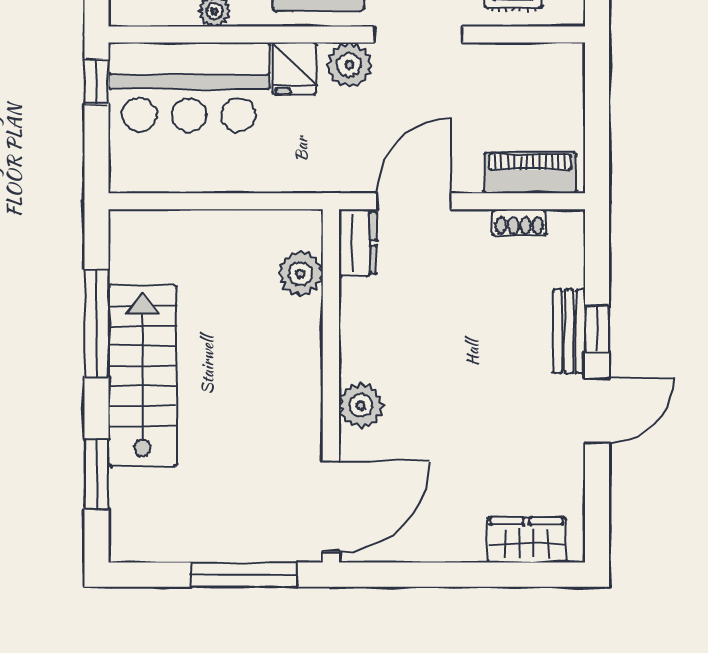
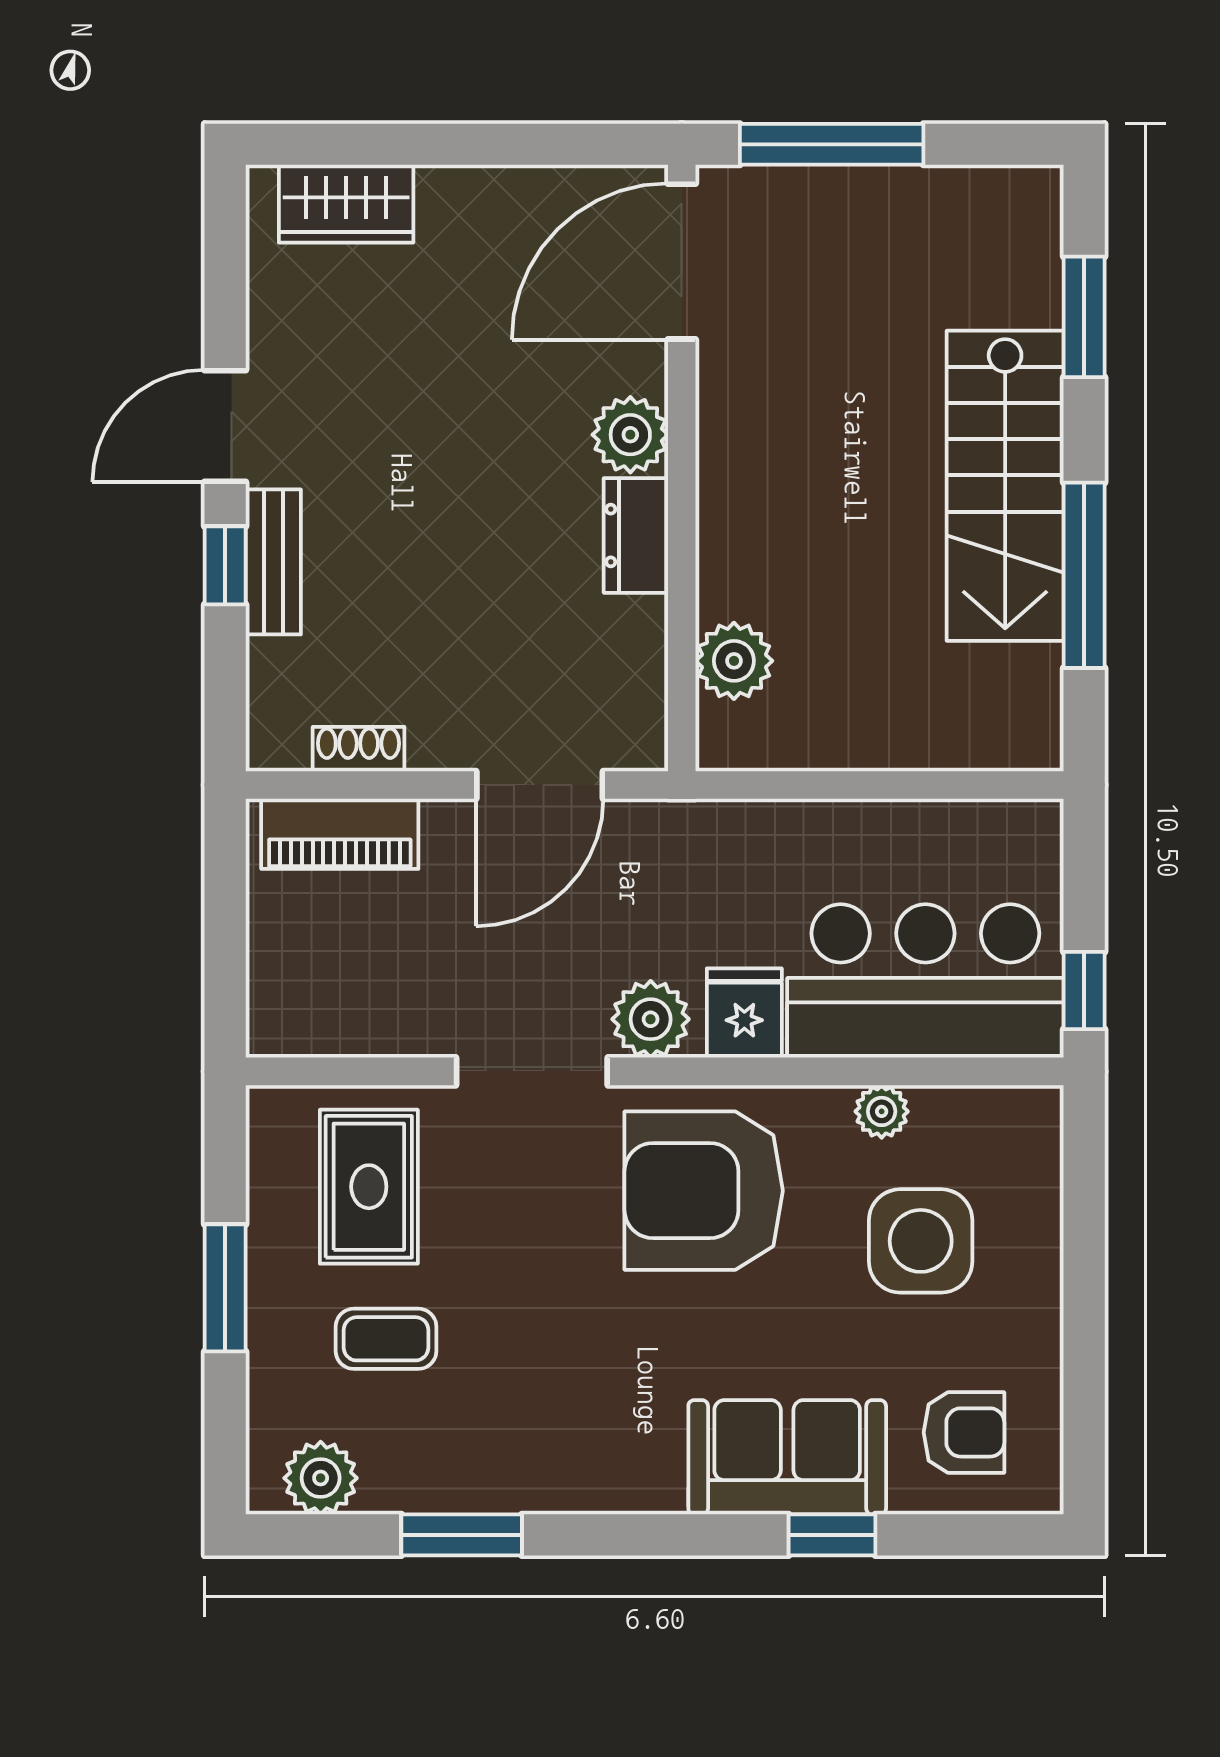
dresser: (358, 243) -> (636, 535), moved

